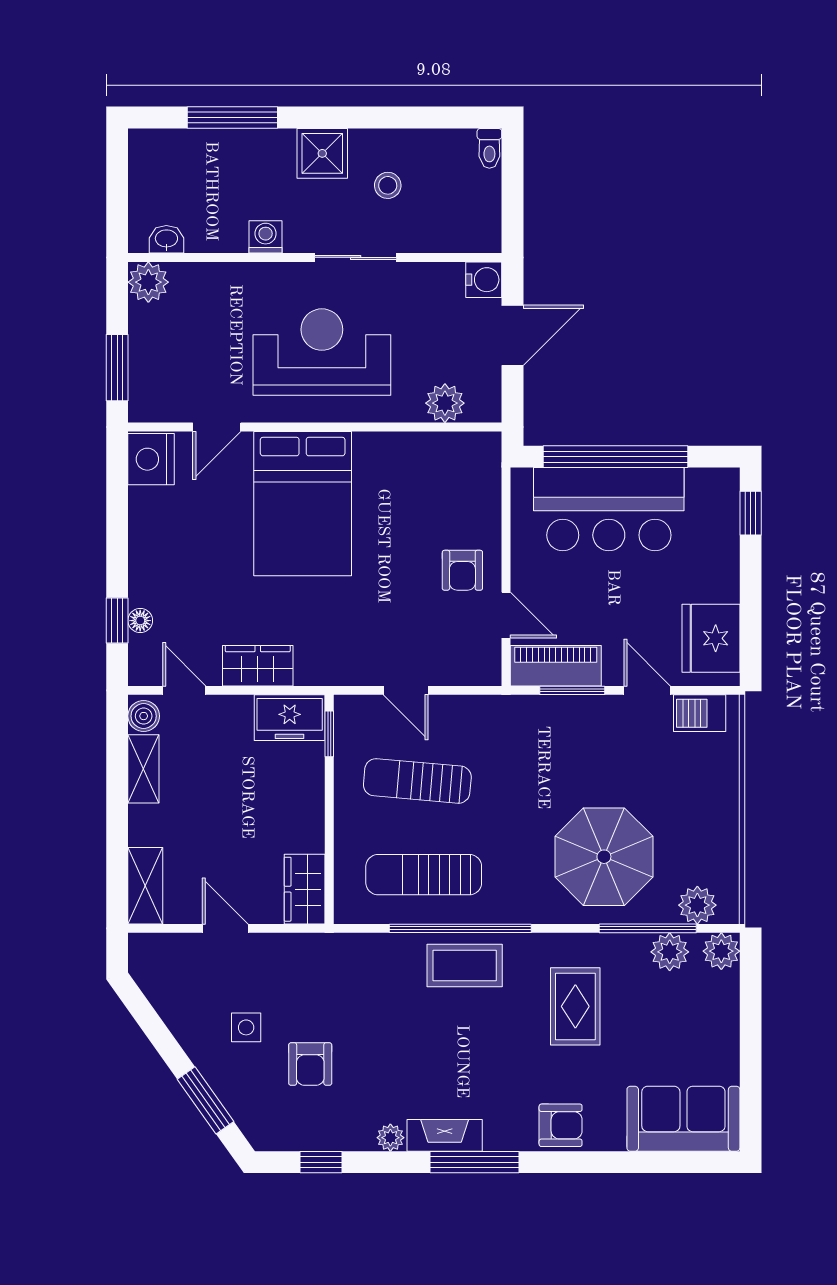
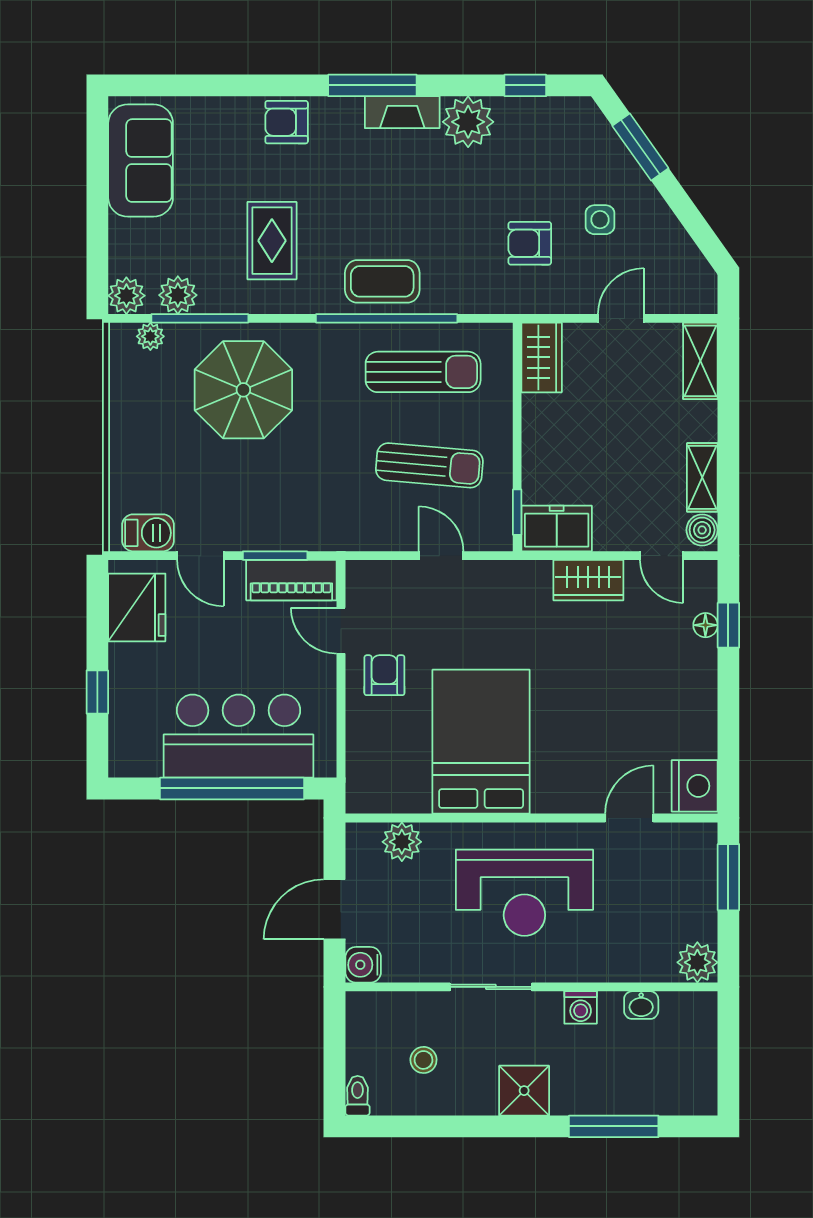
stool: (388, 185) -> (423, 1060), moved
washbasin: (166, 239) -> (641, 1005), moved
bed: (303, 504) -> (481, 742), moved
window: (751, 513) -> (97, 692), moved
plant: (697, 905) -> (150, 336), width x0.73, depth x0.73
door: (225, 928) -> (621, 318), swing flipped
armchair: (310, 1064) -> (530, 243), moved, turned -90
sofa: (683, 1119) -> (141, 161), moved, turned -90
plant: (390, 1138) -> (468, 122), width x1.87, depth x1.87

